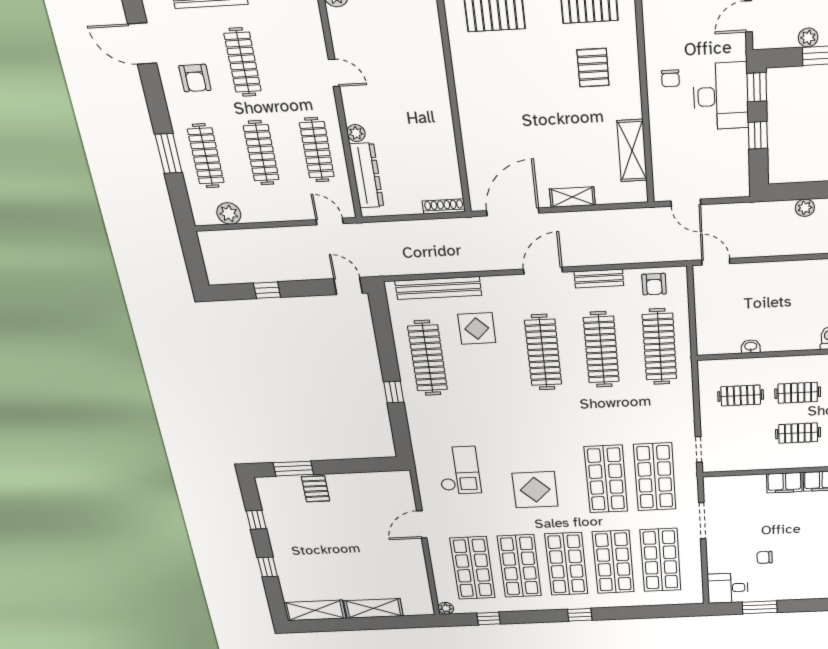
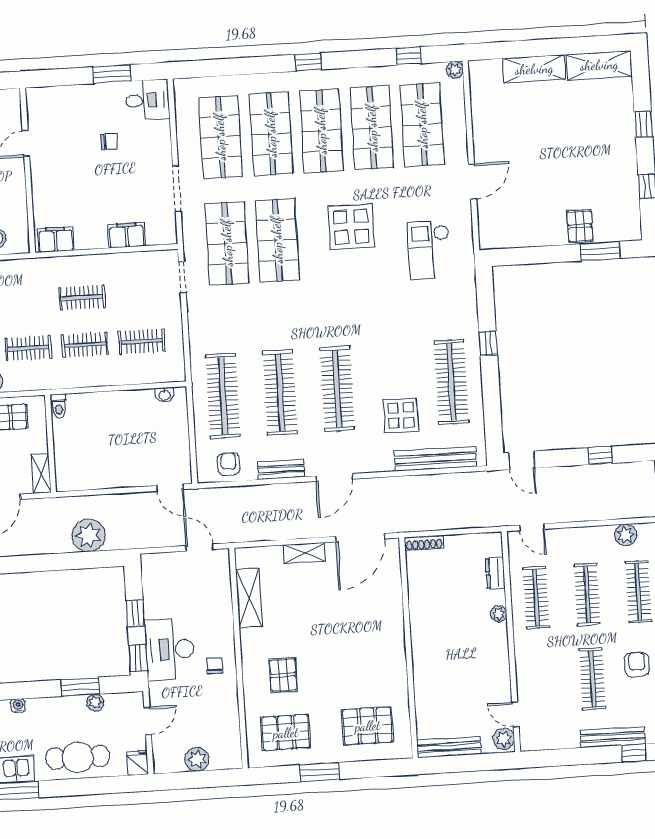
door: (334, 73) -> (515, 714), moved
dresser: (367, 176) -> (495, 573), width x0.51, depth x0.80
plant: (805, 208) -> (89, 535), width x1.87, depth x1.87
washbasin: (751, 347) -> (165, 395), moved
filing cabinet: (784, 483) -> (127, 235), moved

